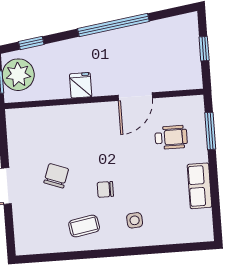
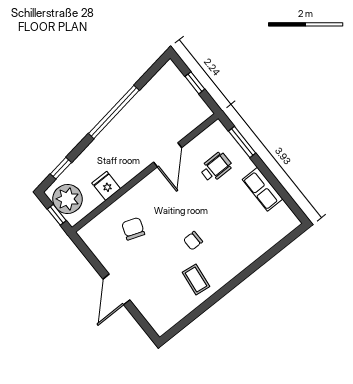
fridge: (81, 85) -> (106, 186), moved
chair: (56, 176) -> (133, 229), moved
side table: (135, 220) -> (231, 249), removed
coffee table: (84, 226) -> (196, 279), turned -73

